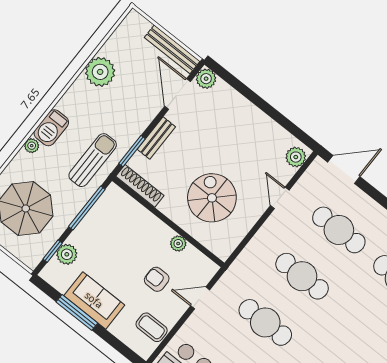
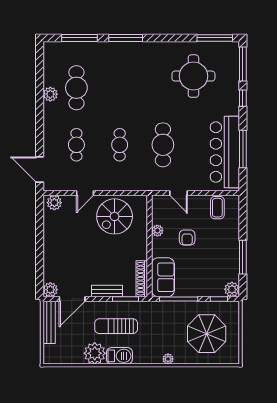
barbecue: (51, 128) -> (119, 356), moved
sun lounger: (93, 160) -> (116, 326), moved
spiral stairs: (212, 198) -> (115, 216), moved
cafe table: (339, 230) -> (76, 145), width x0.73, depth x0.74
plant: (67, 254) -> (232, 289), moved
cafe table: (302, 276) -> (120, 145), width x0.73, depth x0.74
armchair: (157, 279) -> (187, 238), moved
sofa: (94, 300) -> (163, 277), moved, turned 180

